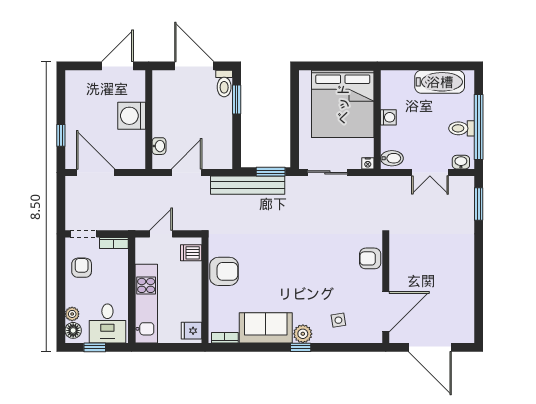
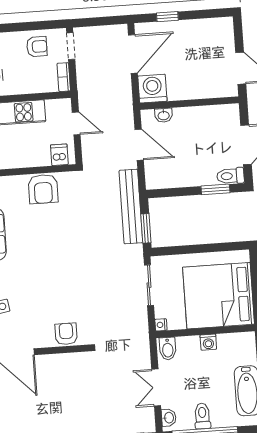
washing machine: (132, 116) -> (152, 89), moved

